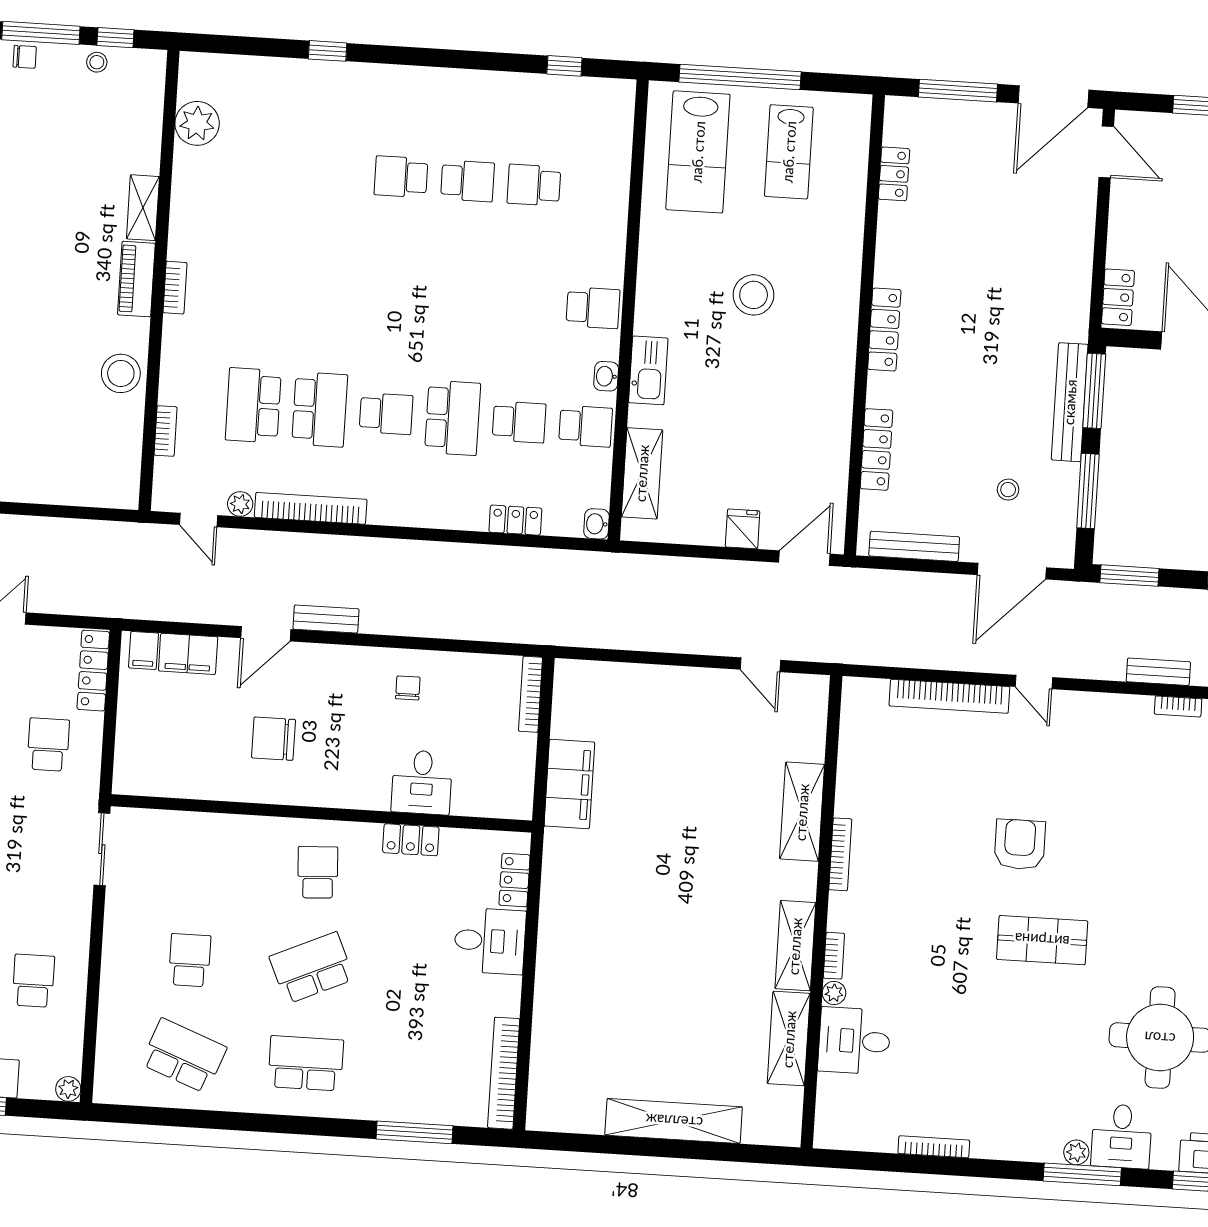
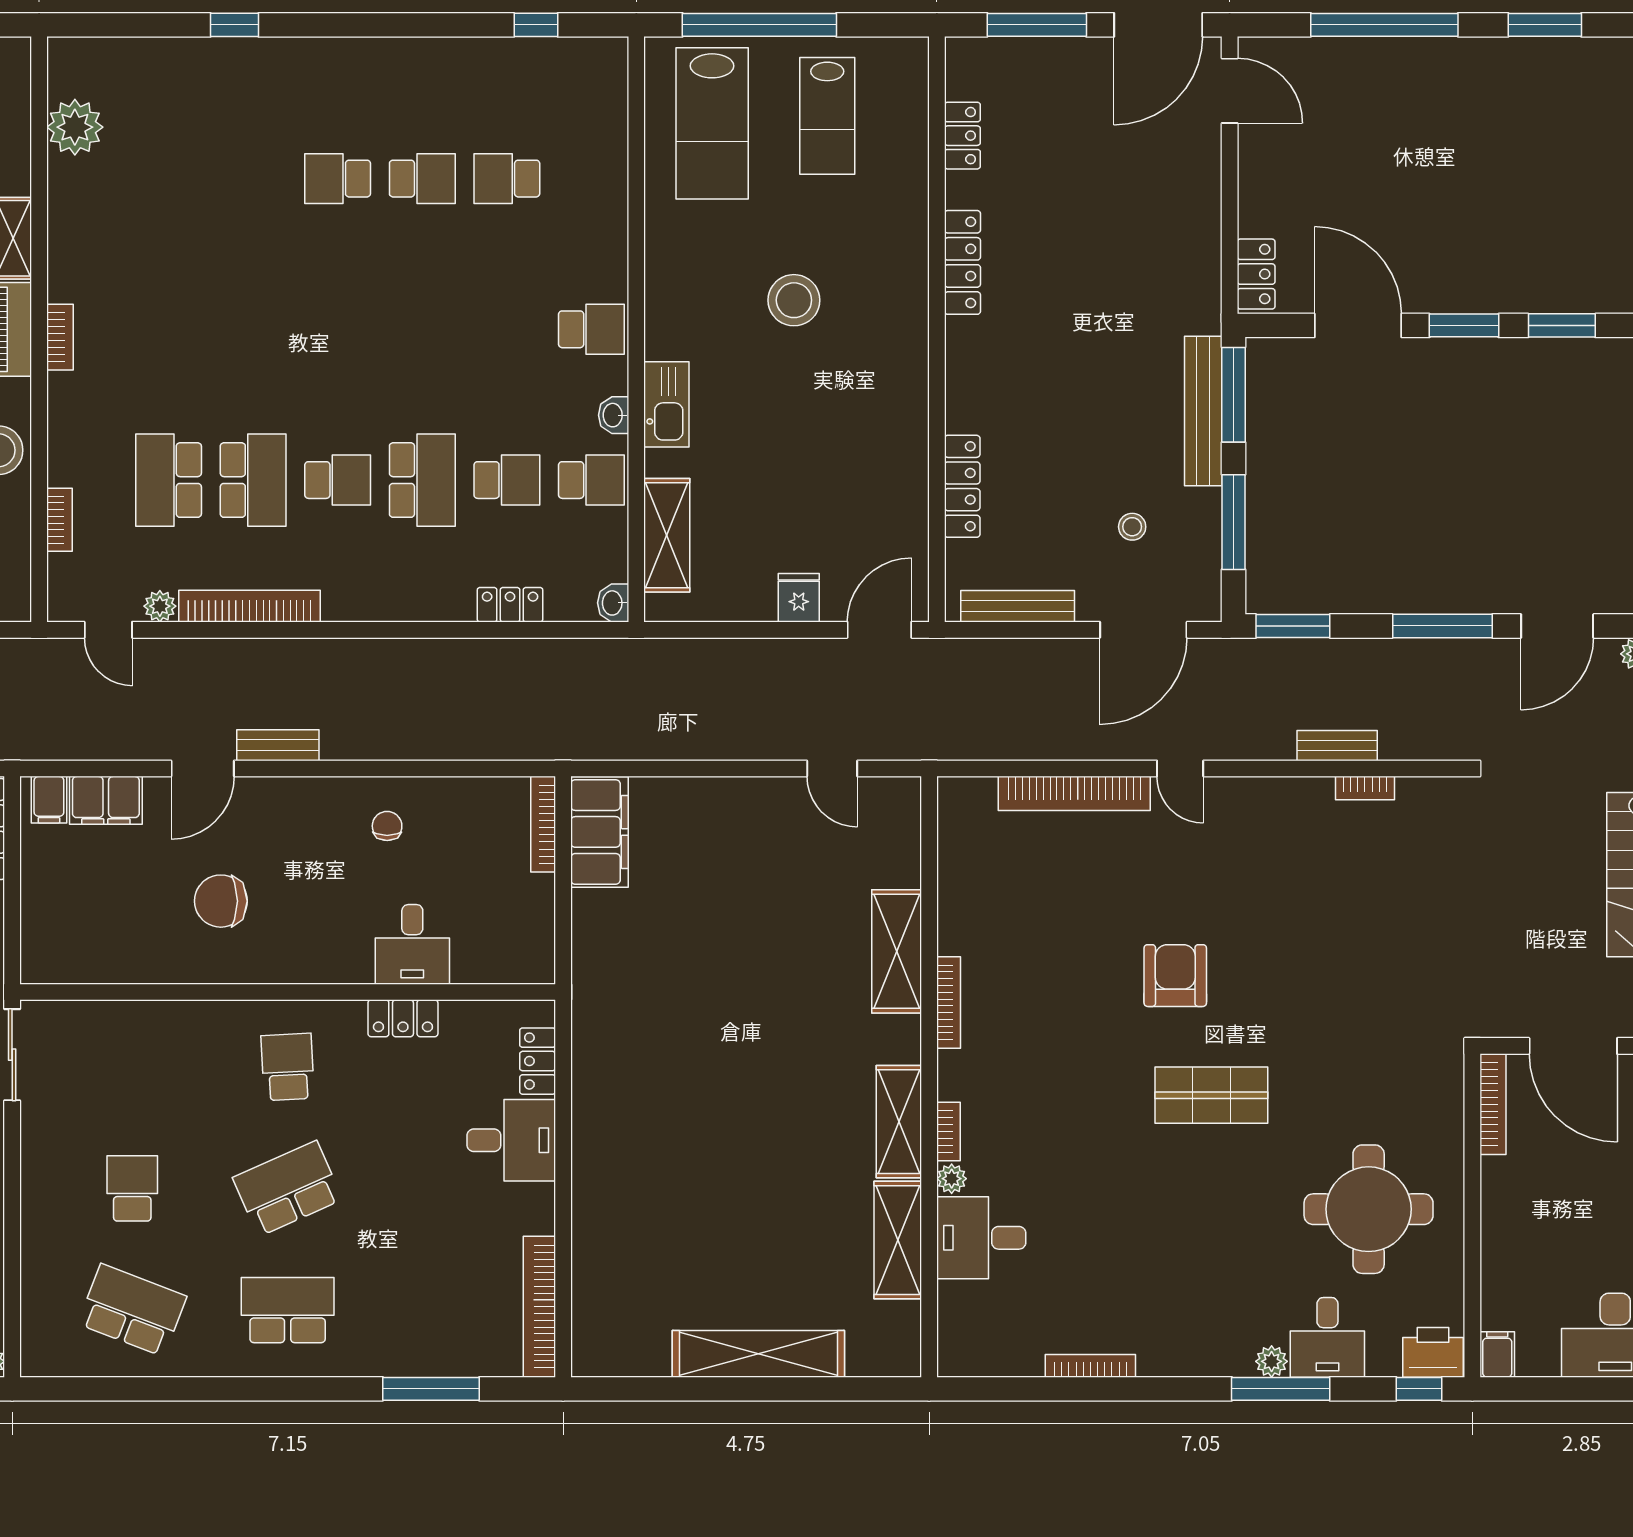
locker: (884, 330) -> (962, 262), moved
filing cabinet: (569, 784) -> (599, 832), moved

